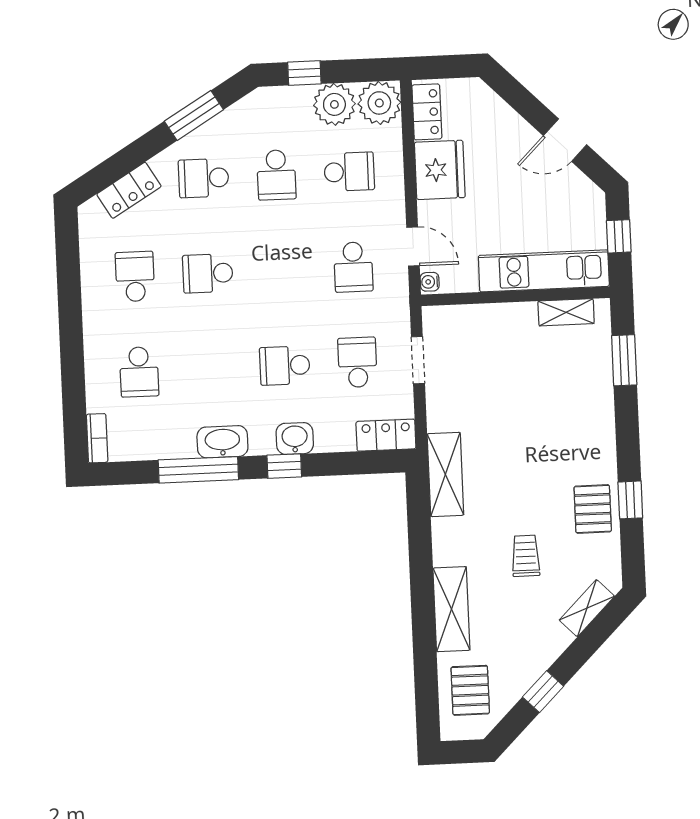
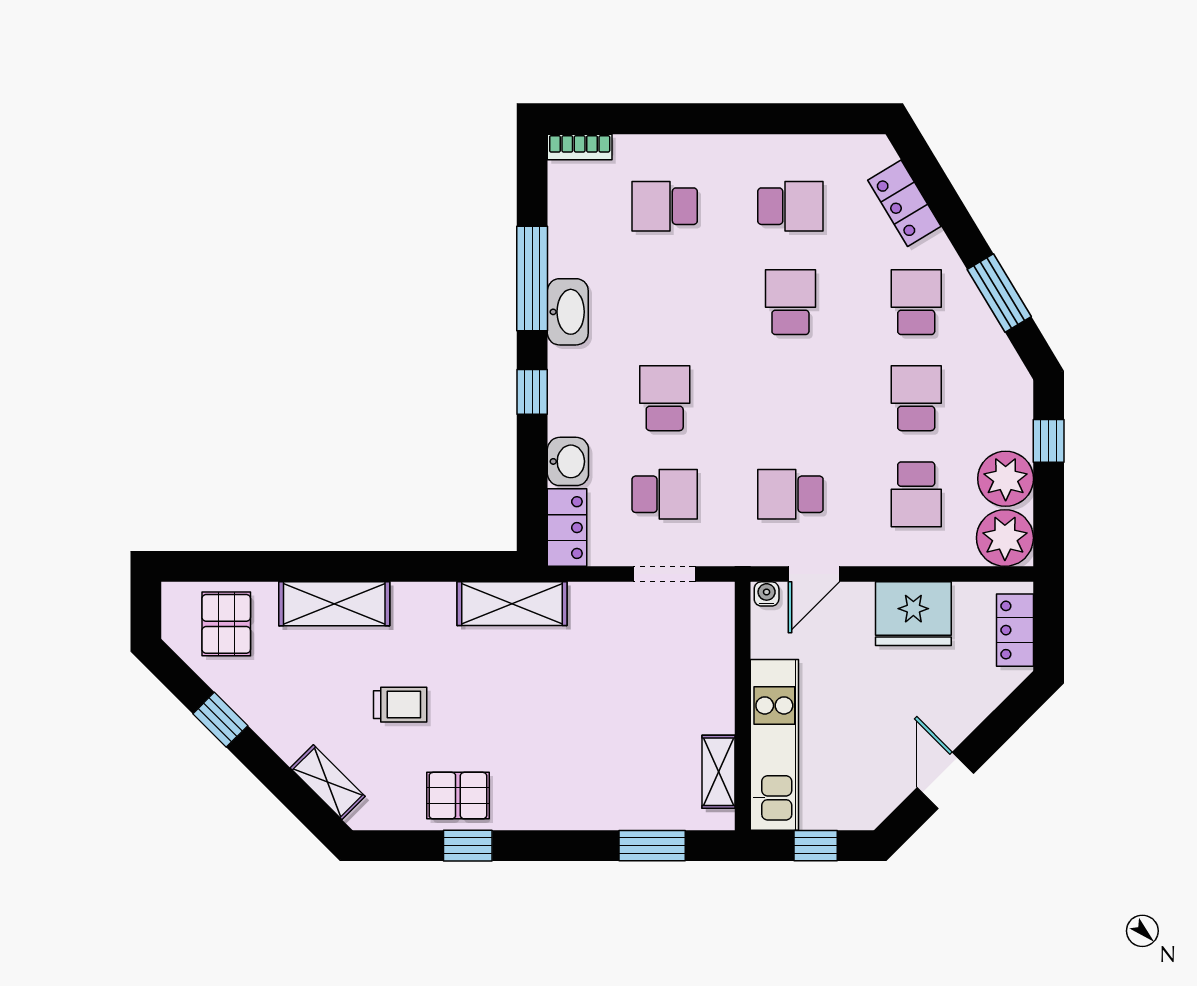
locker: (427, 112) -> (1015, 630), moved, turned 90
school desk: (276, 175) -> (916, 398), turned 90
washbasin: (295, 438) -> (568, 461), moved
pallet: (470, 690) -> (226, 624), turned 90

